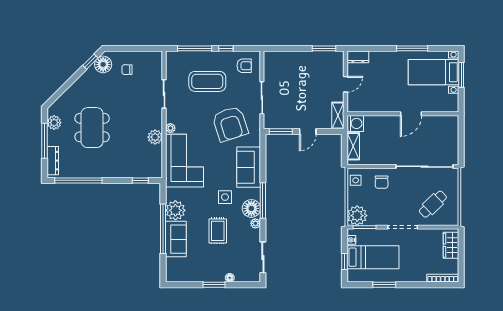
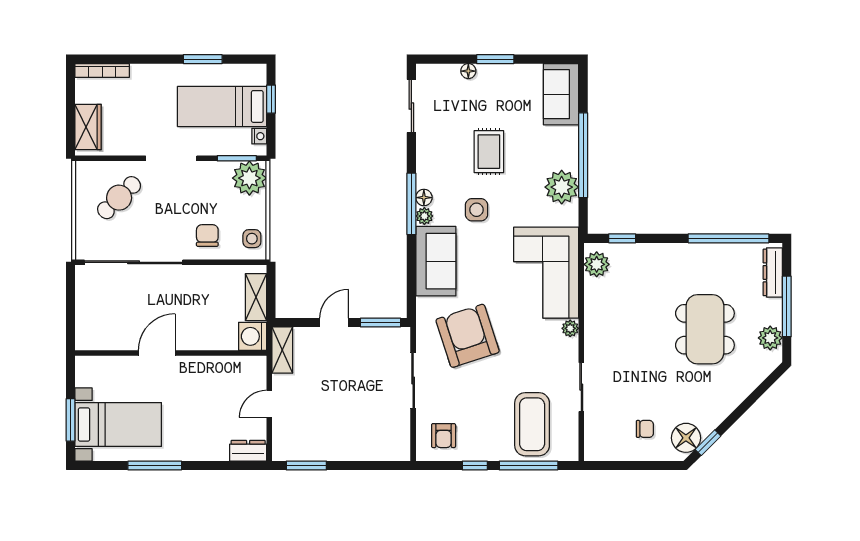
armchair: (244, 66) -> (444, 436), turned -90
coffee table: (207, 81) -> (532, 424), moved, turned 90
plant: (155, 137) -> (597, 264), moved
floor lamp: (251, 208) -> (424, 198), width x0.53, depth x0.53
plant: (255, 223) -> (424, 216), moved
sofa: (176, 239) -> (561, 94), moved

